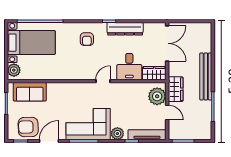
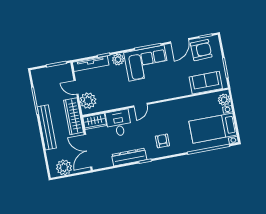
plant: (196, 31) -> (64, 167), added
wardrobe: (176, 89) -> (73, 116), width x1.50

